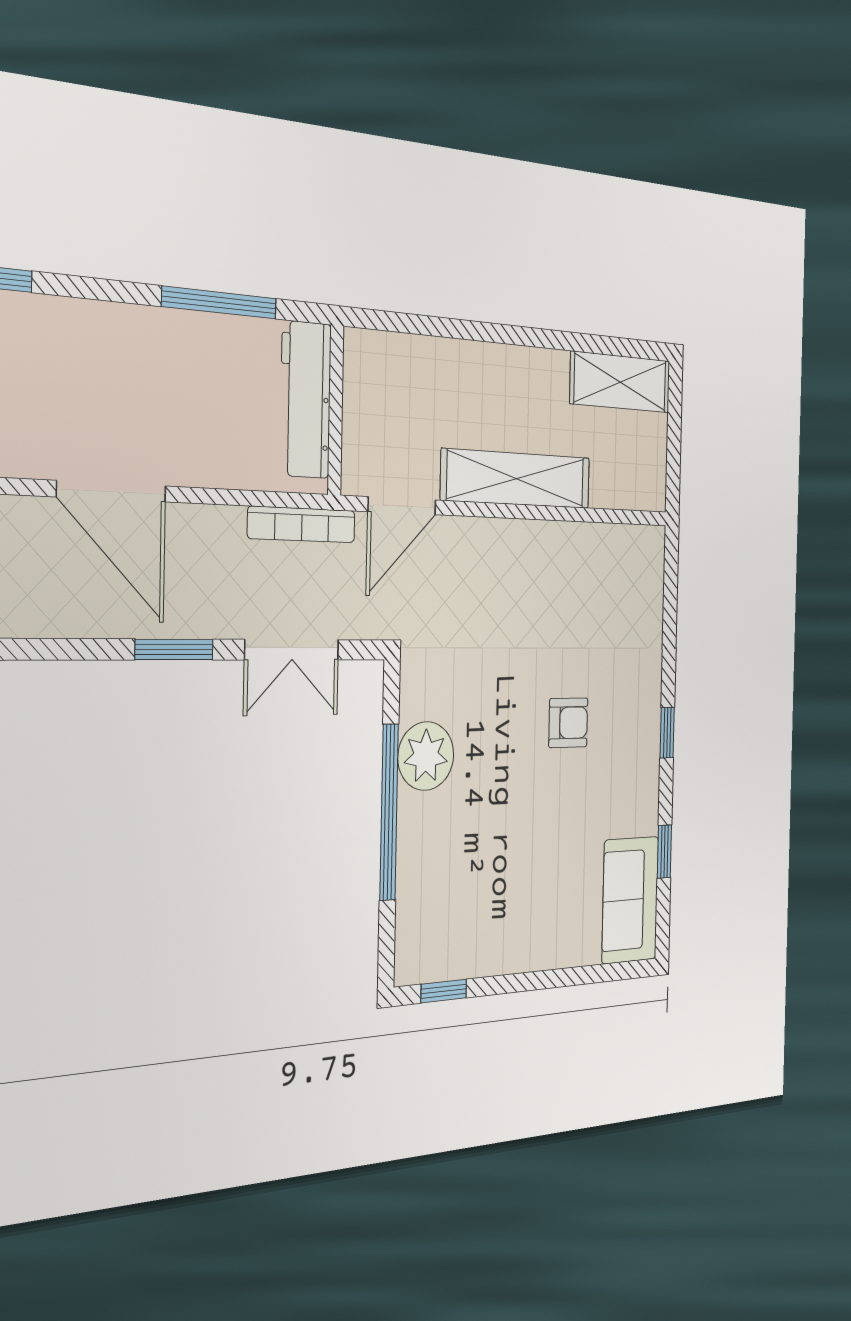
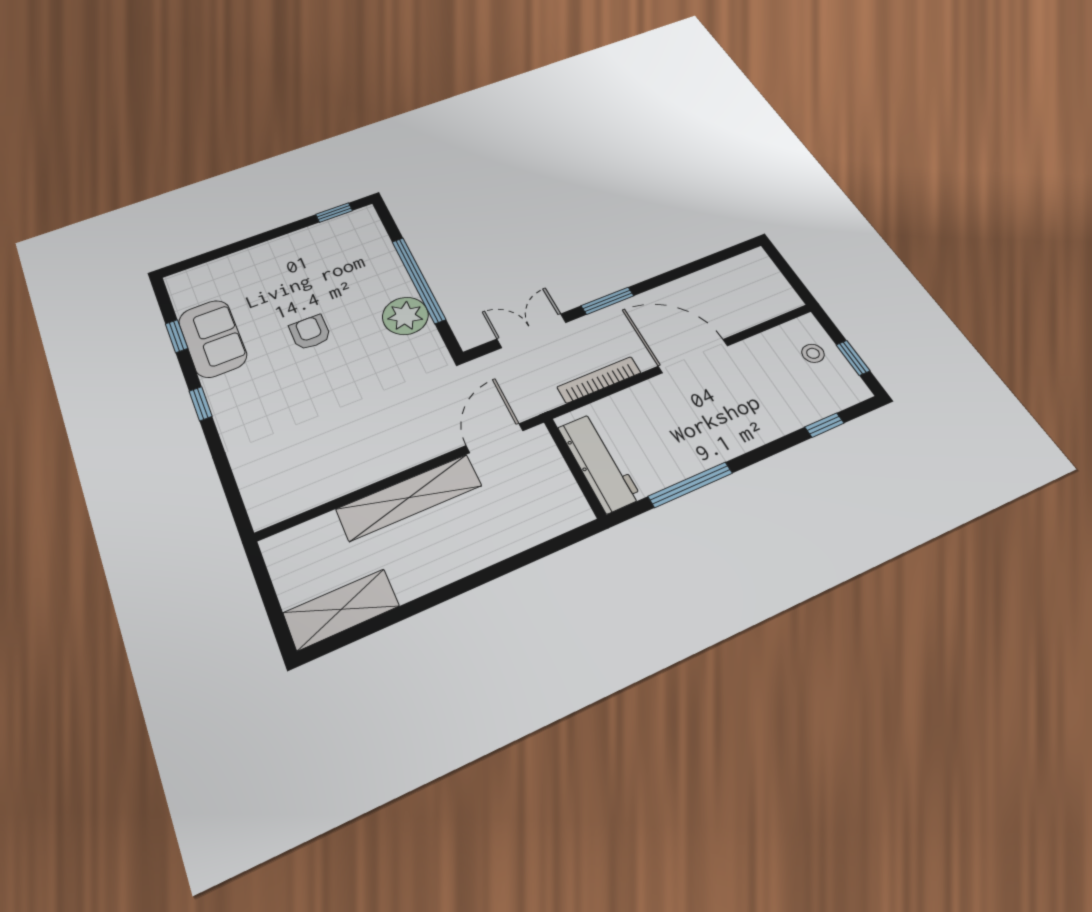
bookcase: (302, 524) -> (599, 380), moved
armchair: (568, 723) -> (310, 332), moved, turned 90
sofa: (630, 900) -> (213, 338), moved

